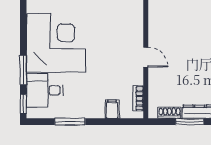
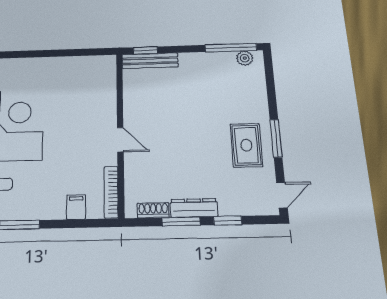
bookcase: (138, 98) -> (111, 192), width x1.56

